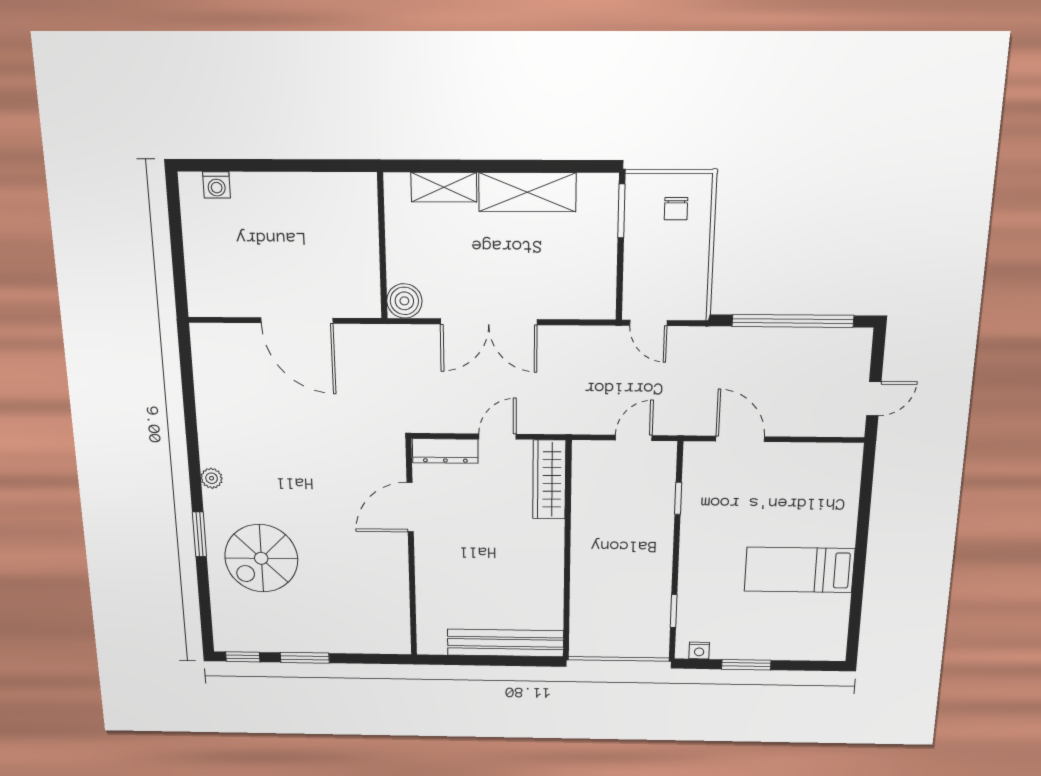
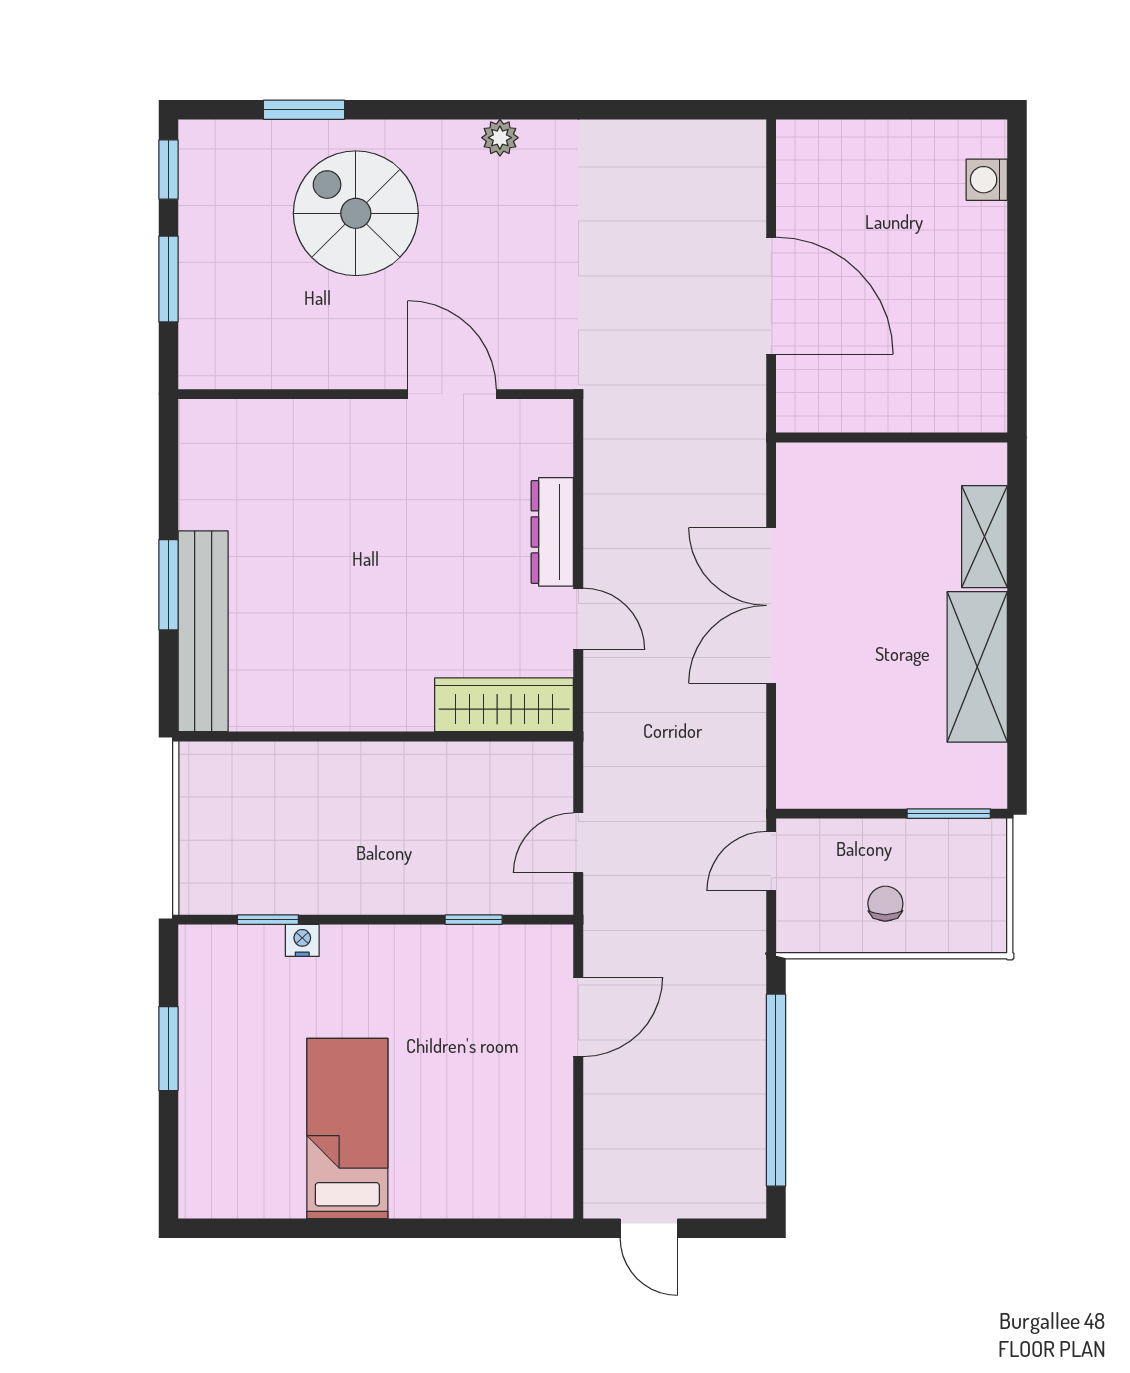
chair: (676, 209) -> (885, 904), moved, turned 90
boiler: (404, 301) -> (804, 470), removed
door: (297, 320) -> (771, 296), swing flipped
door: (634, 438) -> (578, 843), swing flipped
door: (410, 507) -> (452, 394), moved
window: (199, 534) -> (304, 110), moved
wall: (411, 549) -> (376, 394), moved
nightstand: (699, 651) -> (302, 940), moved, turned 90
window: (479, 660) -> (168, 585), added

